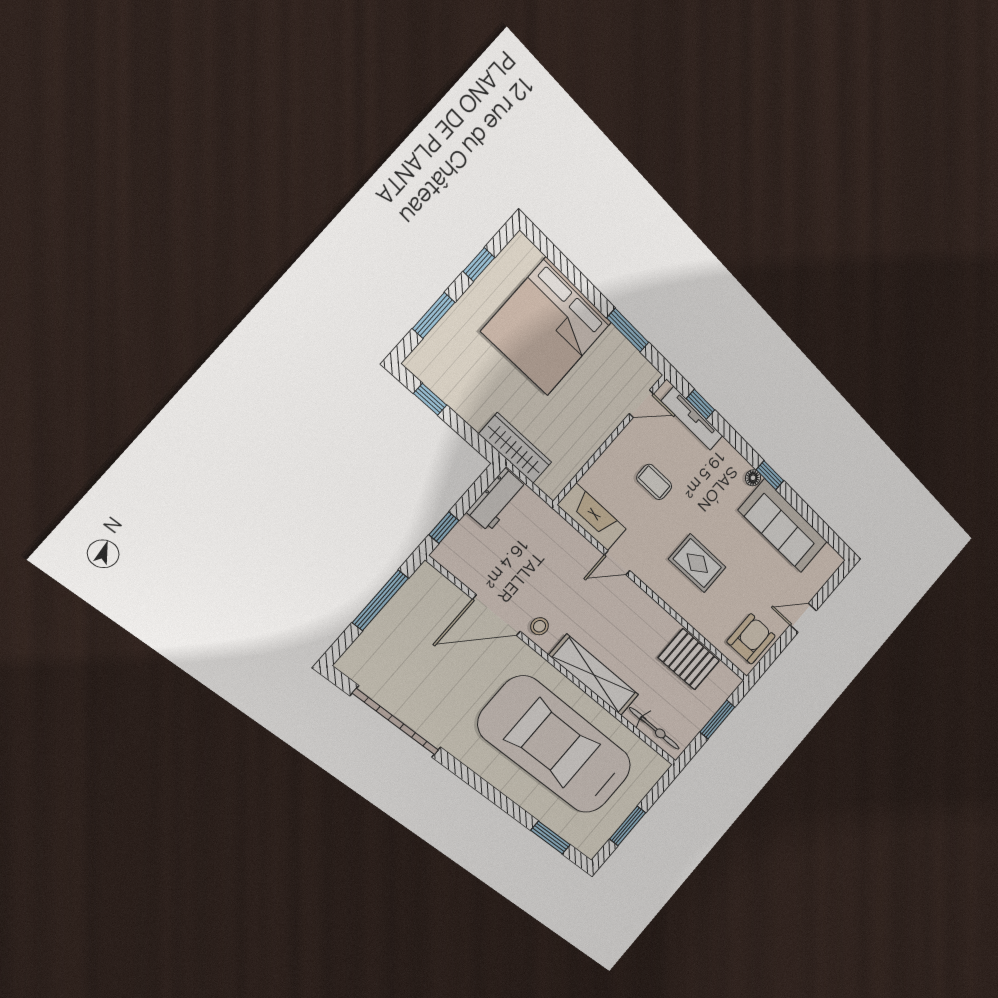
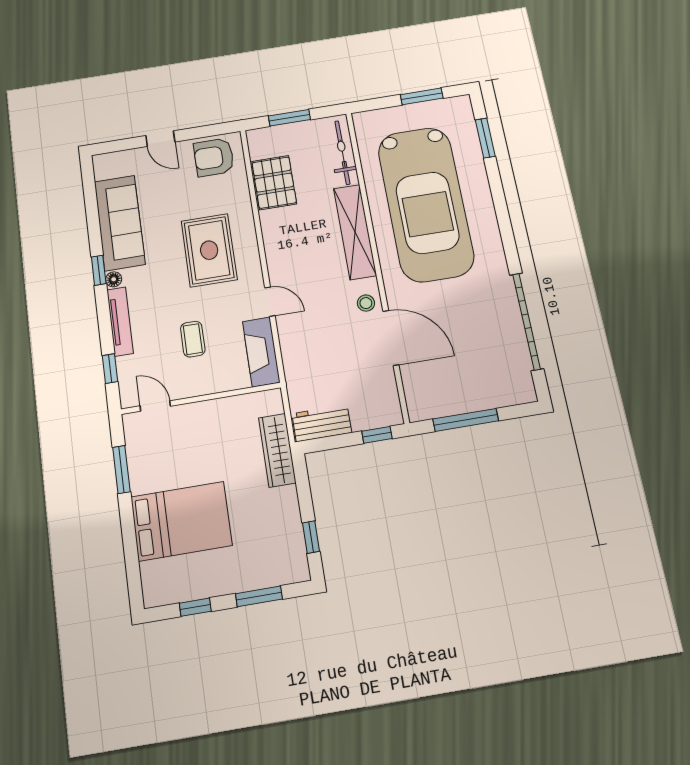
bed: (547, 327) -> (181, 521), width x0.73
tv unit: (692, 418) -> (120, 321), moved
rug: (697, 563) -> (209, 250), width x1.36, depth x1.43

